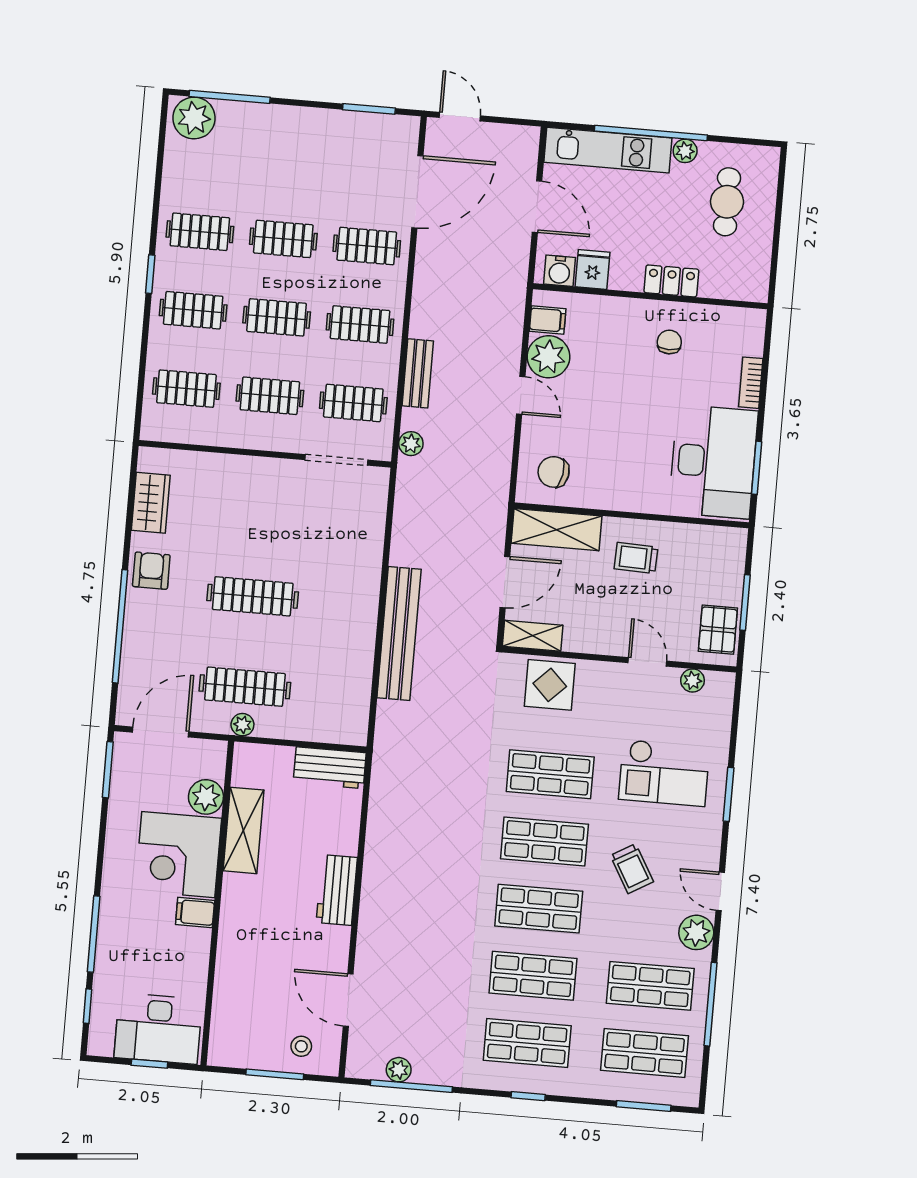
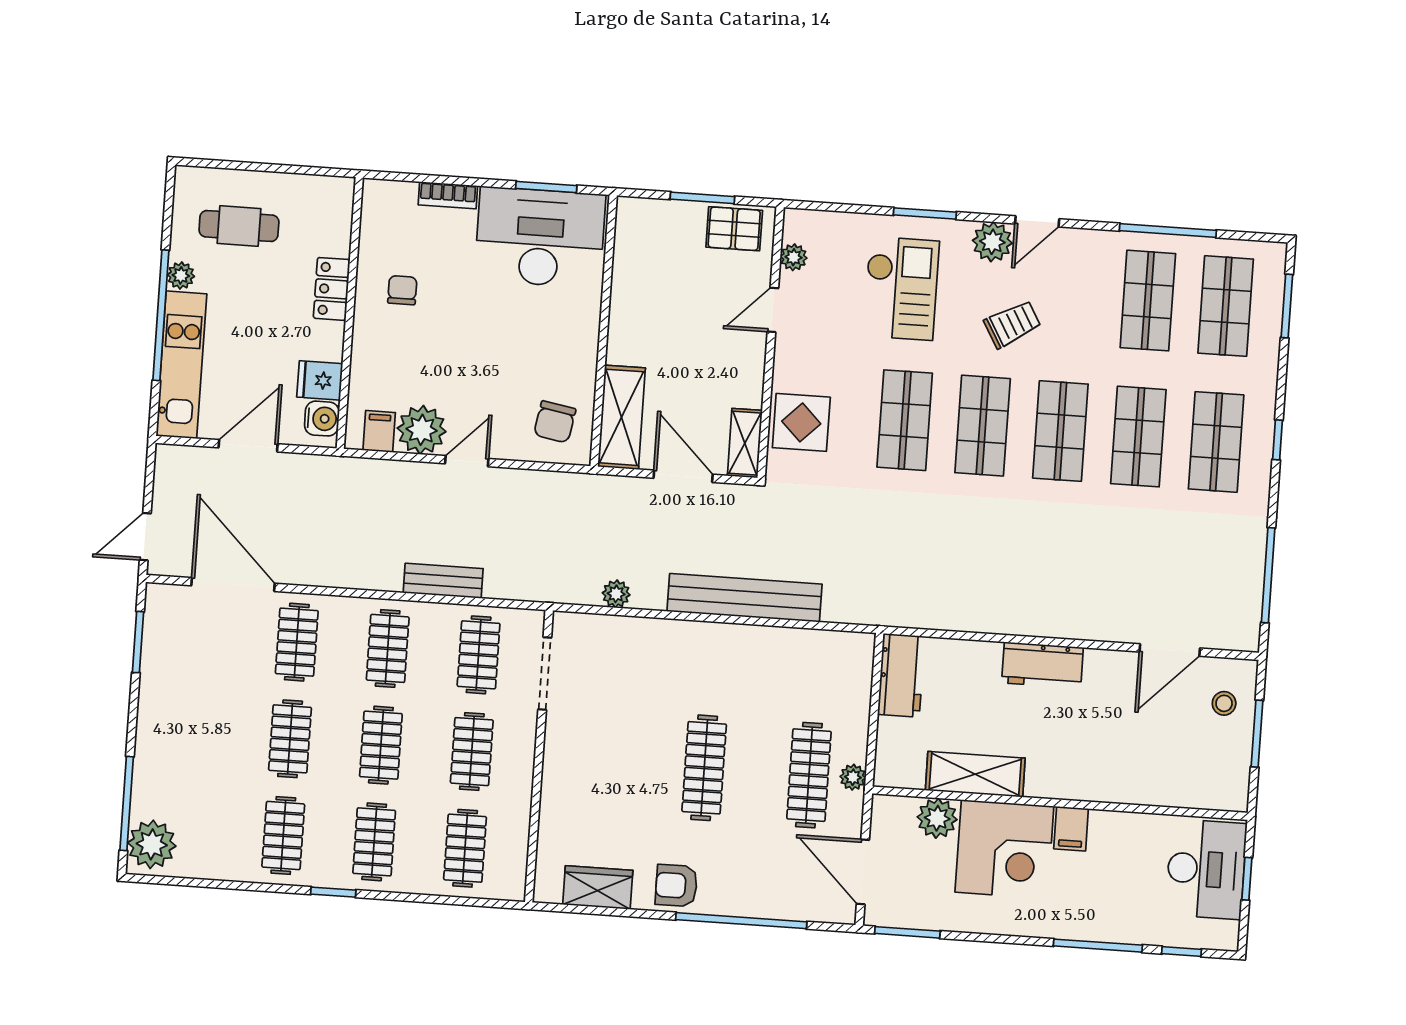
chair: (669, 342) -> (402, 290), turned 90
plant: (411, 444) -> (616, 594), moved
trolley: (636, 558) -> (653, 325), removed
plant: (696, 932) -> (992, 242), moved
plant: (399, 1070) -> (1249, 590), removed

